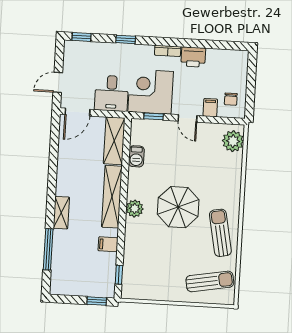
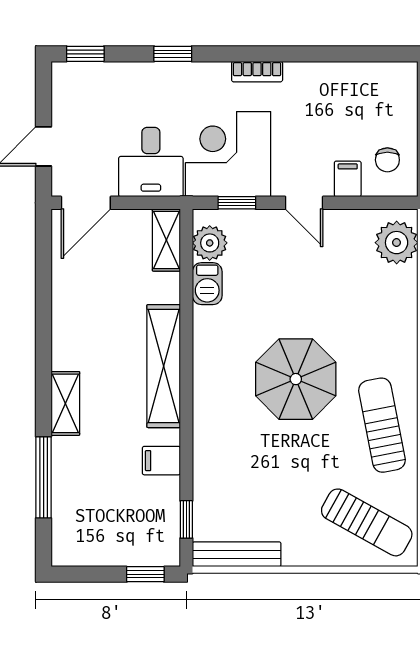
printer: (193, 57) -> (308, 81), removed
shelving: (114, 141) -> (166, 240), width x0.67, depth x0.75
plant: (135, 209) -> (210, 243), moved
sun lounger: (210, 281) -> (367, 522), turned 39
bench: (143, 294) -> (237, 554), added

